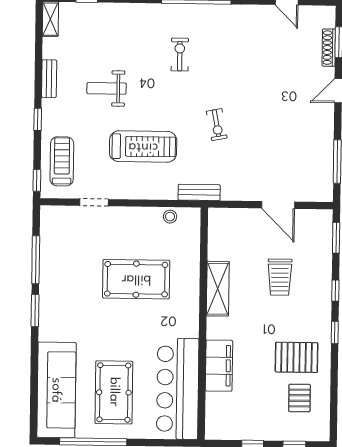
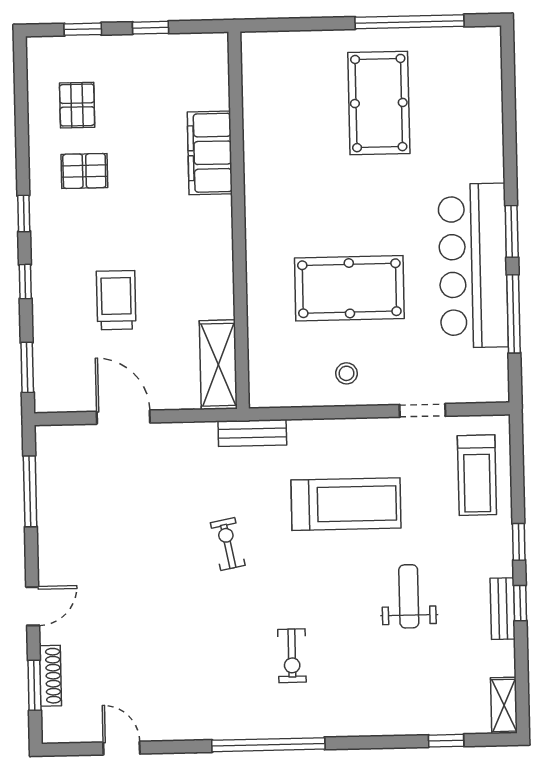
weight bench: (107, 88) -> (409, 596), turned -90
treadmill: (143, 147) -> (346, 504), turned 180
window: (37, 180) -> (520, 603), moved
stool: (170, 217) -> (347, 373), moved
shelving: (218, 289) -> (218, 365), moved
pallet: (297, 357) -> (84, 171), width x0.67, depth x0.71
bar counter: (178, 389) -> (473, 266), moved, turned 180
sofa: (56, 390) -> (472, 104), removed

